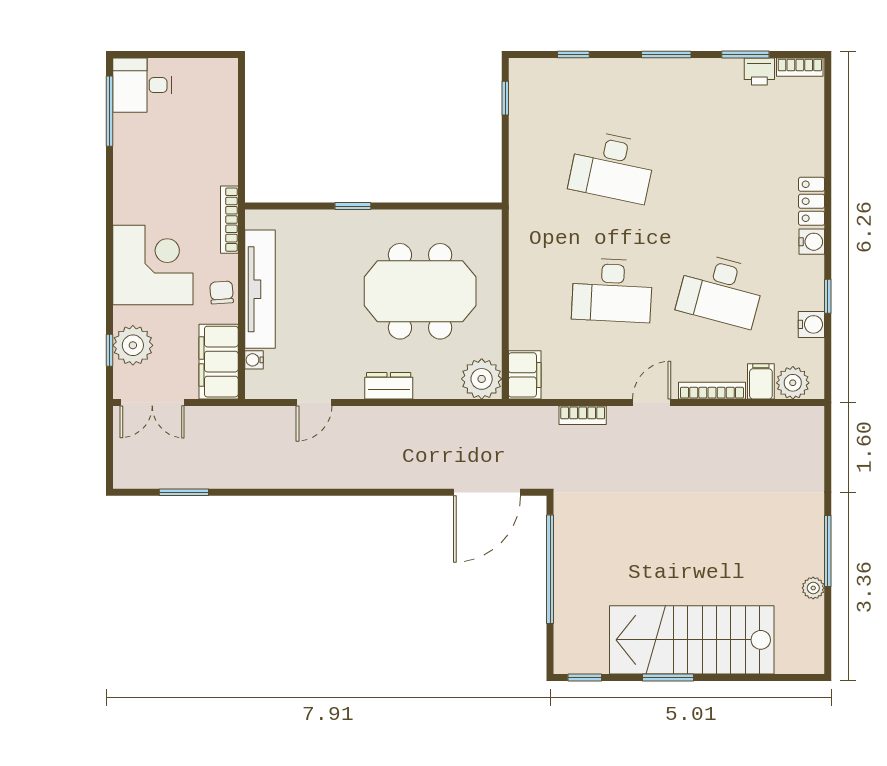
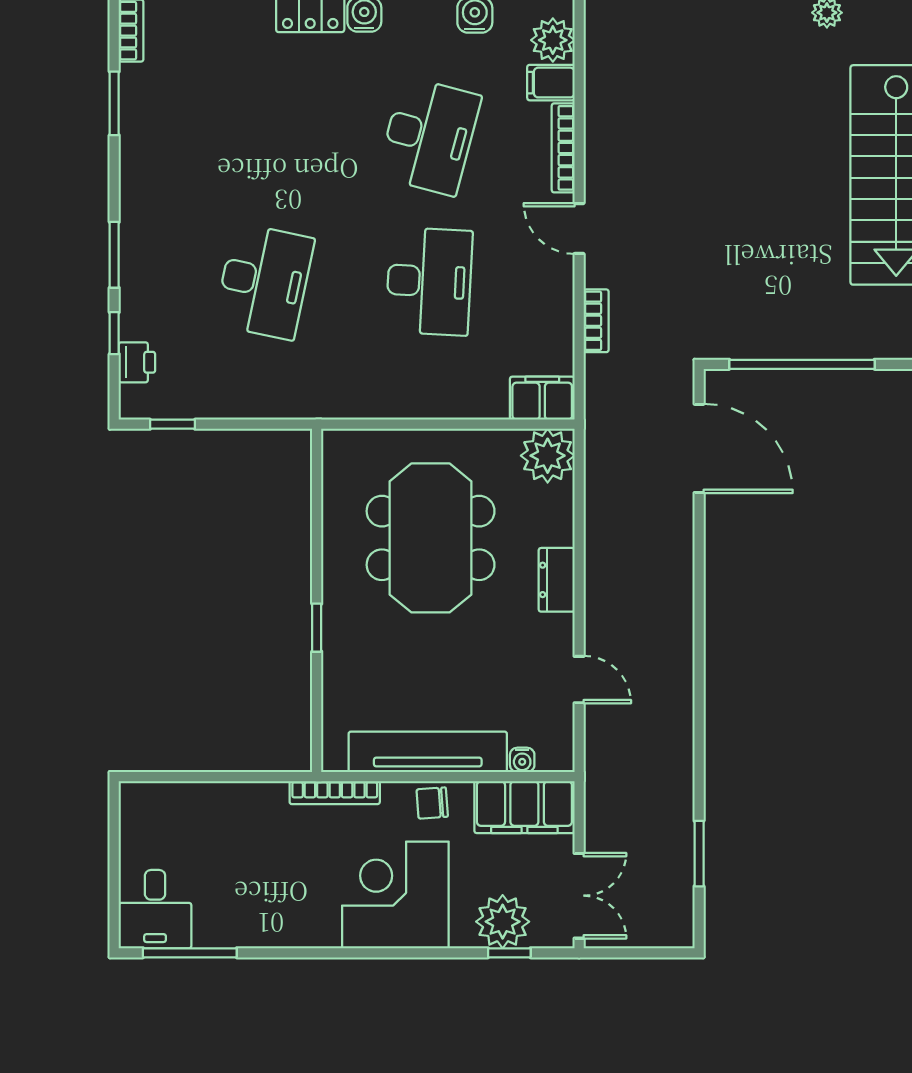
window: (666, 55) -> (114, 255), moved
printer: (759, 72) -> (137, 362), moved

